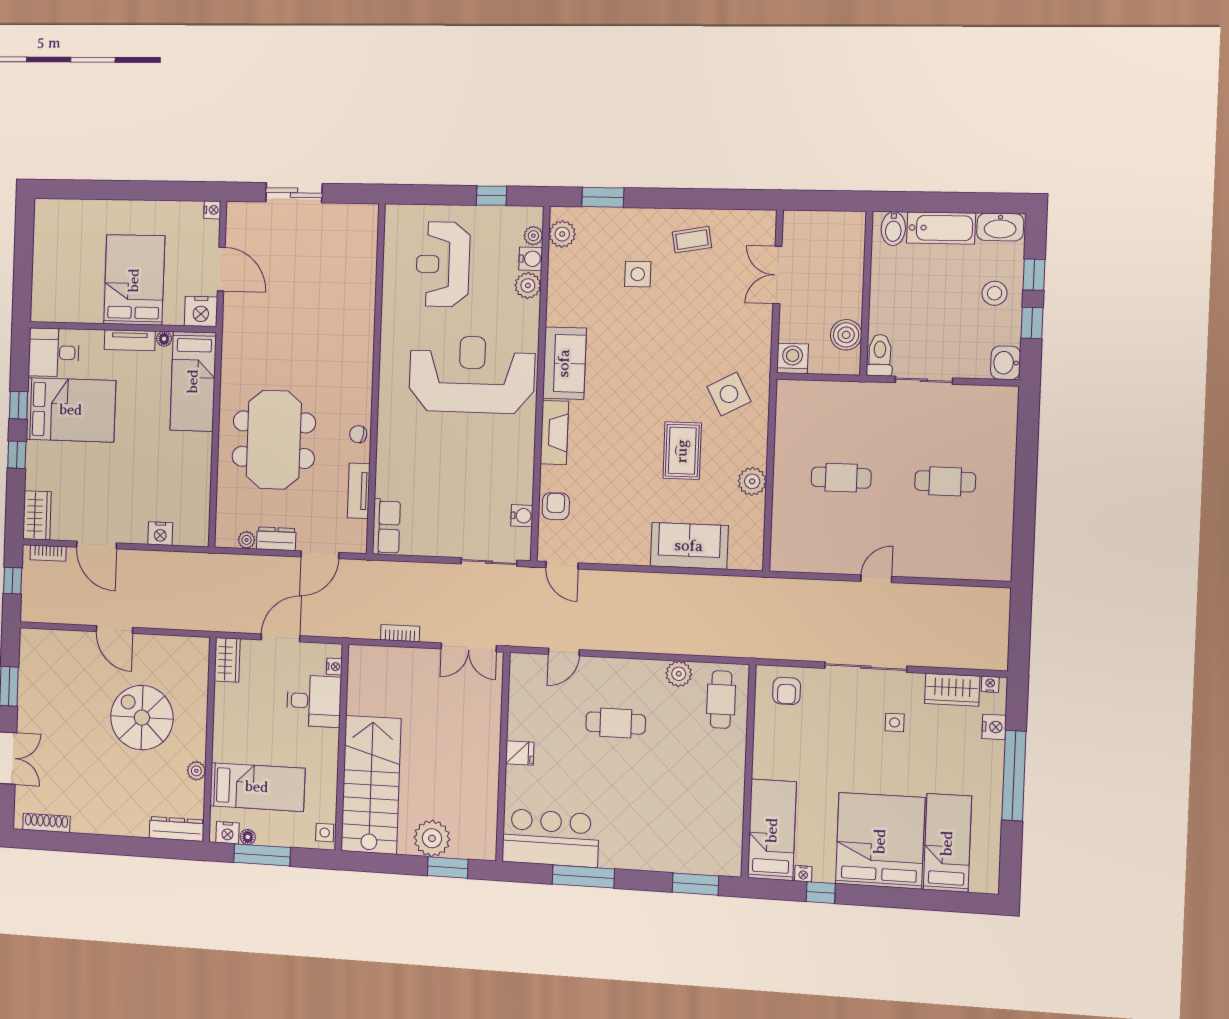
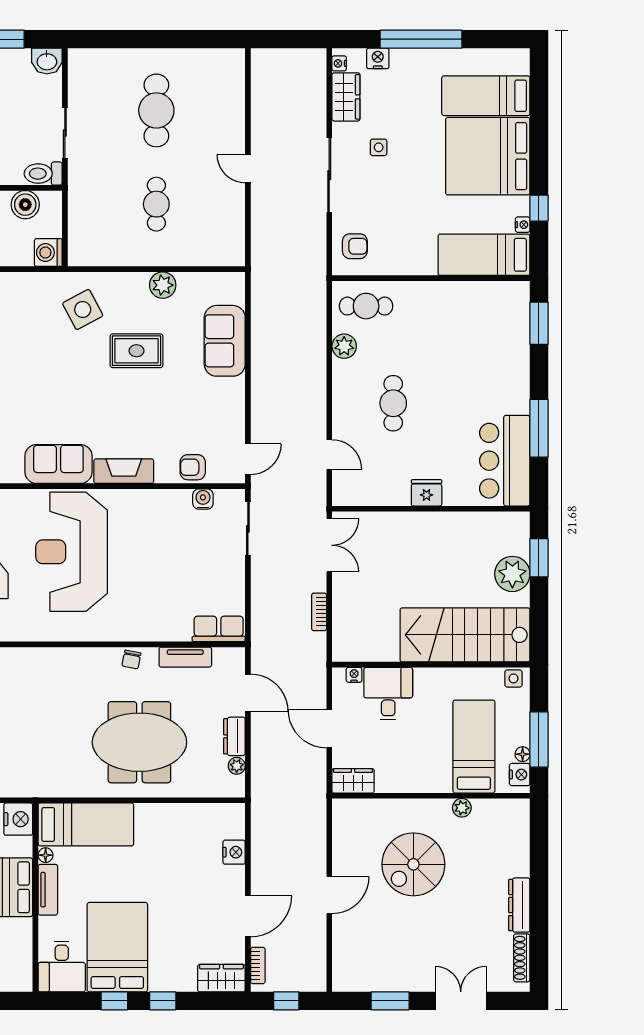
cafe table: (945, 481) -> (156, 110), width x1.37, depth x1.35
fridge: (520, 753) -> (427, 493), width x1.38
dresser: (177, 829) -> (519, 905), moved

